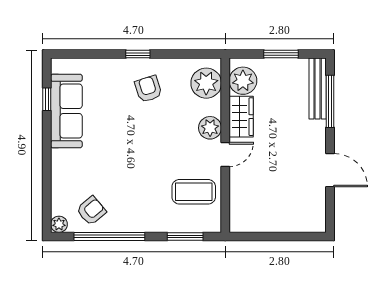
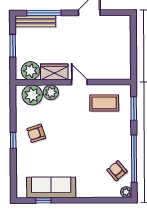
plant: (210, 128) -> (51, 92), moved
coffee table: (194, 192) -> (104, 103), turned 90

